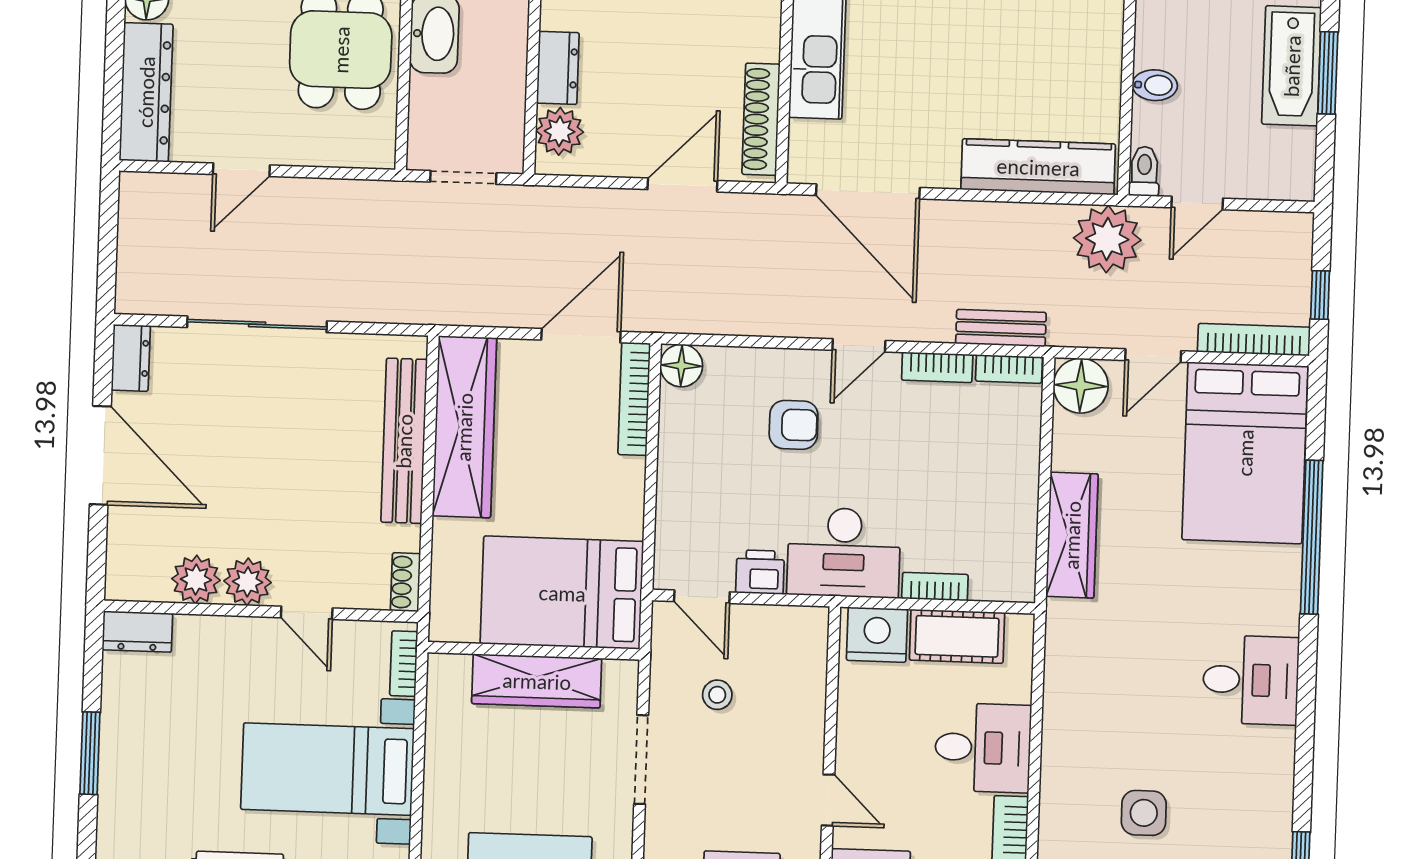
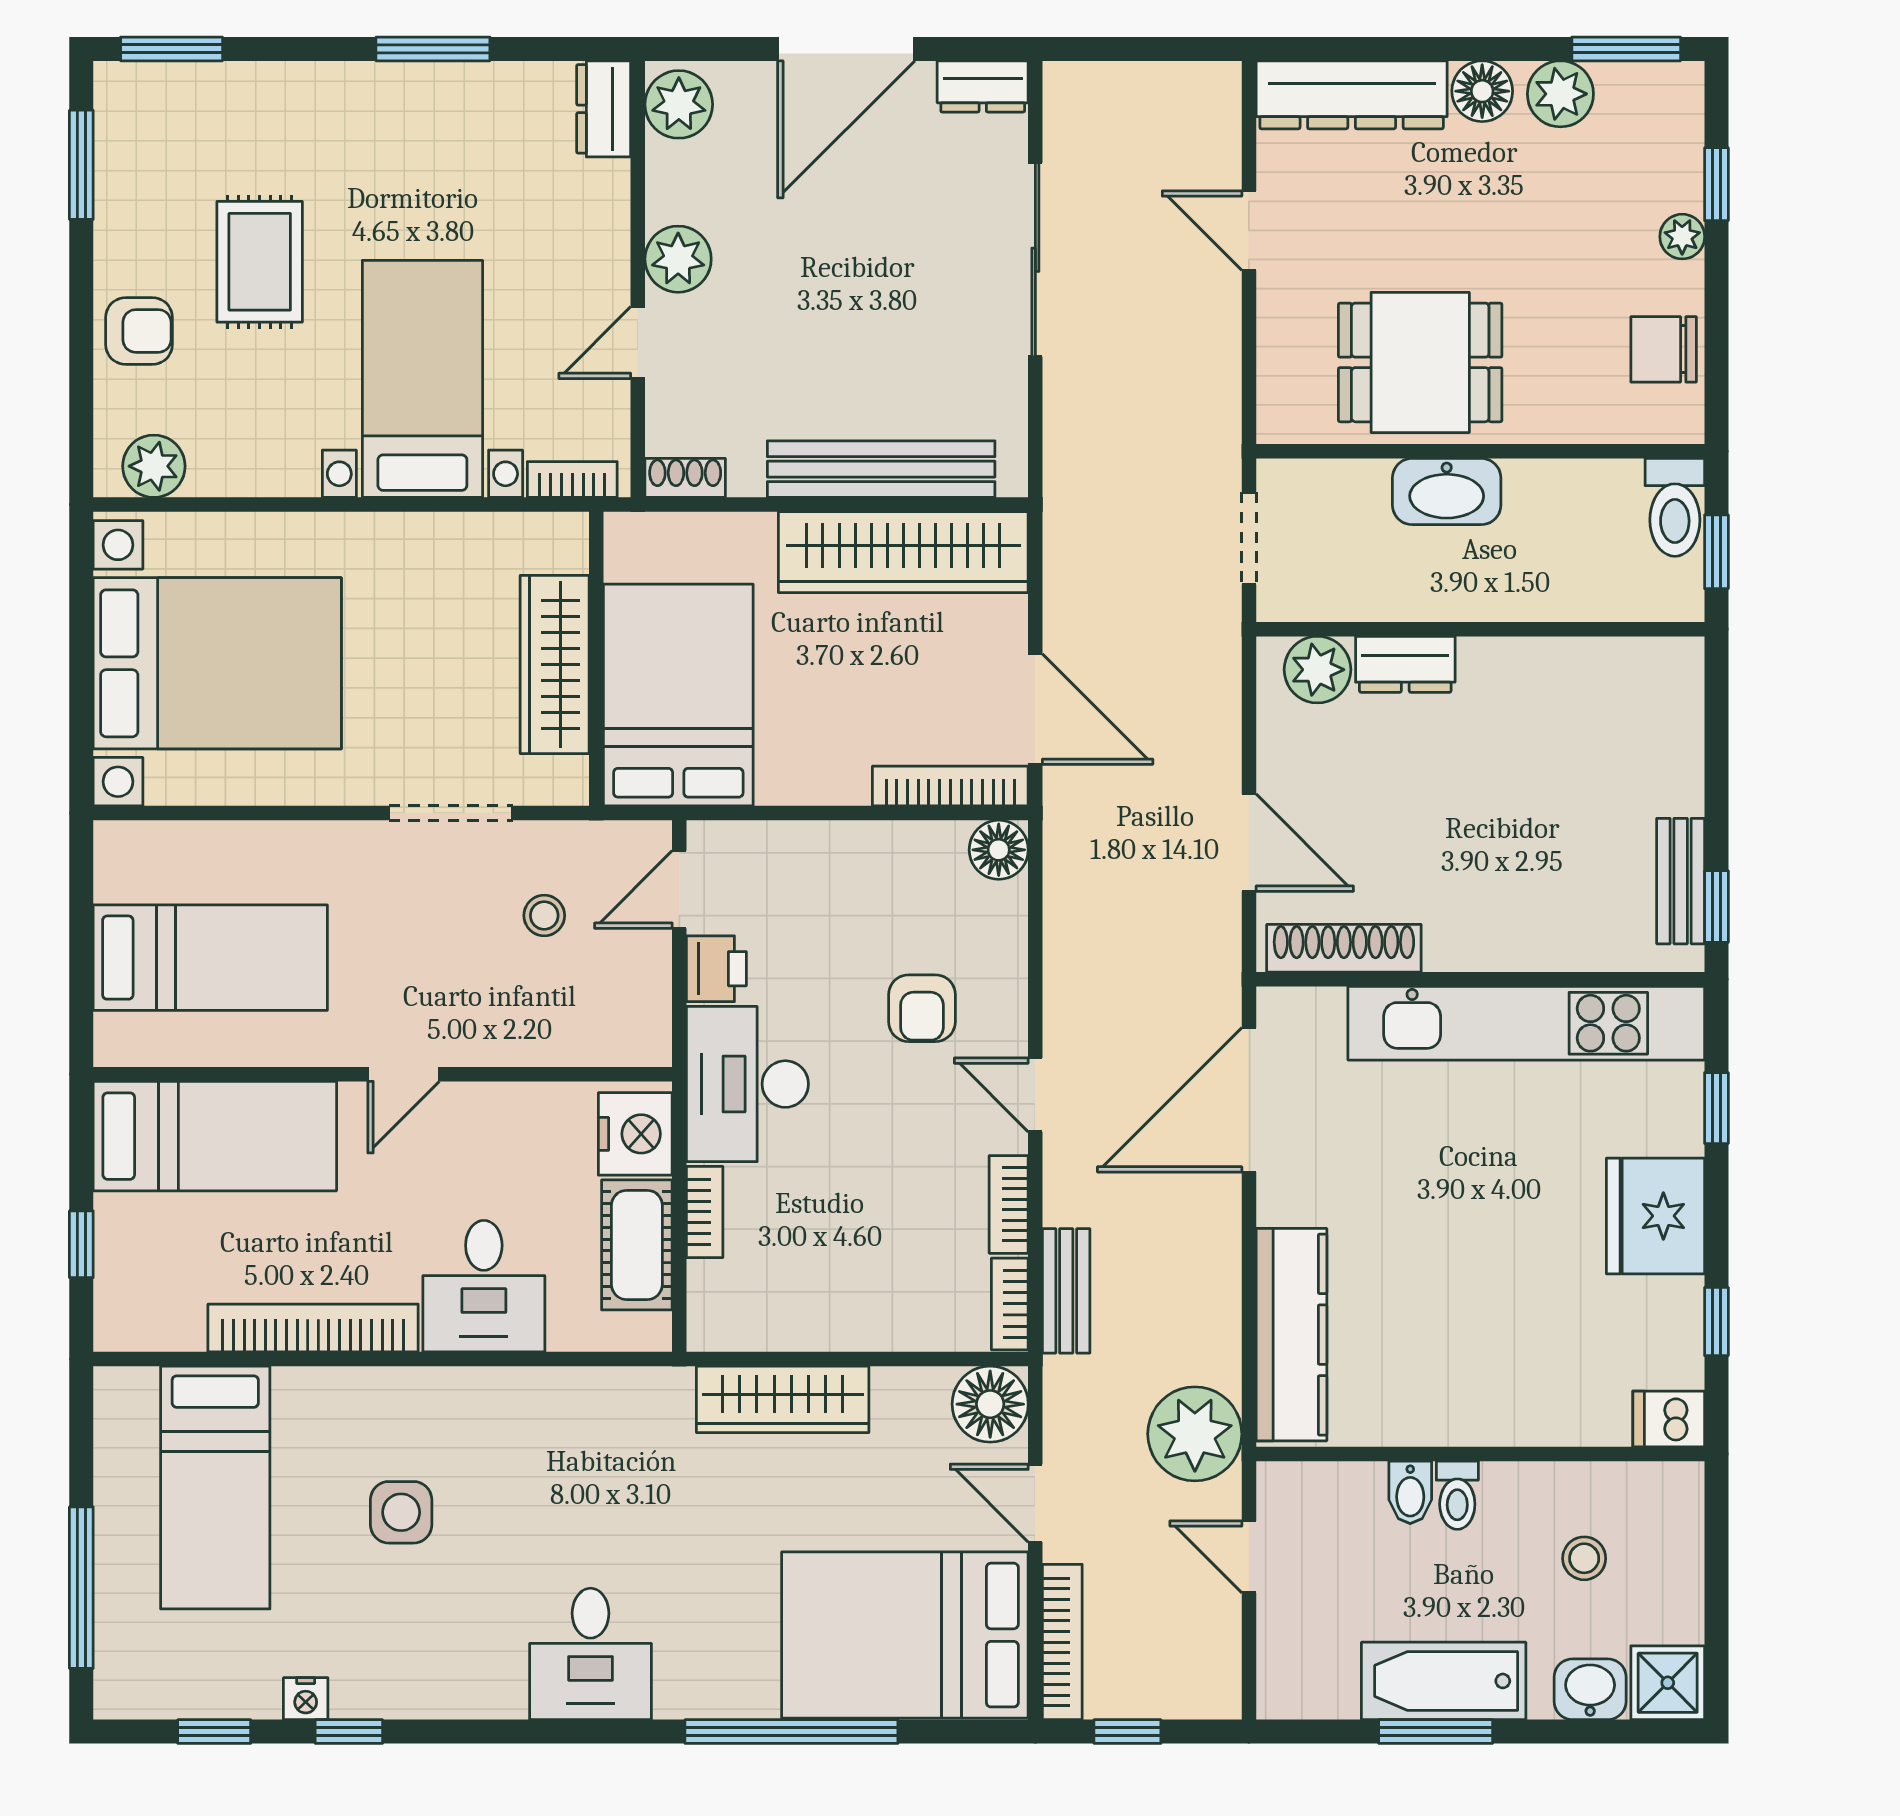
toilet: (1144, 171) -> (1457, 1495), moved, turned 90
plant: (196, 579) -> (679, 104), moved

